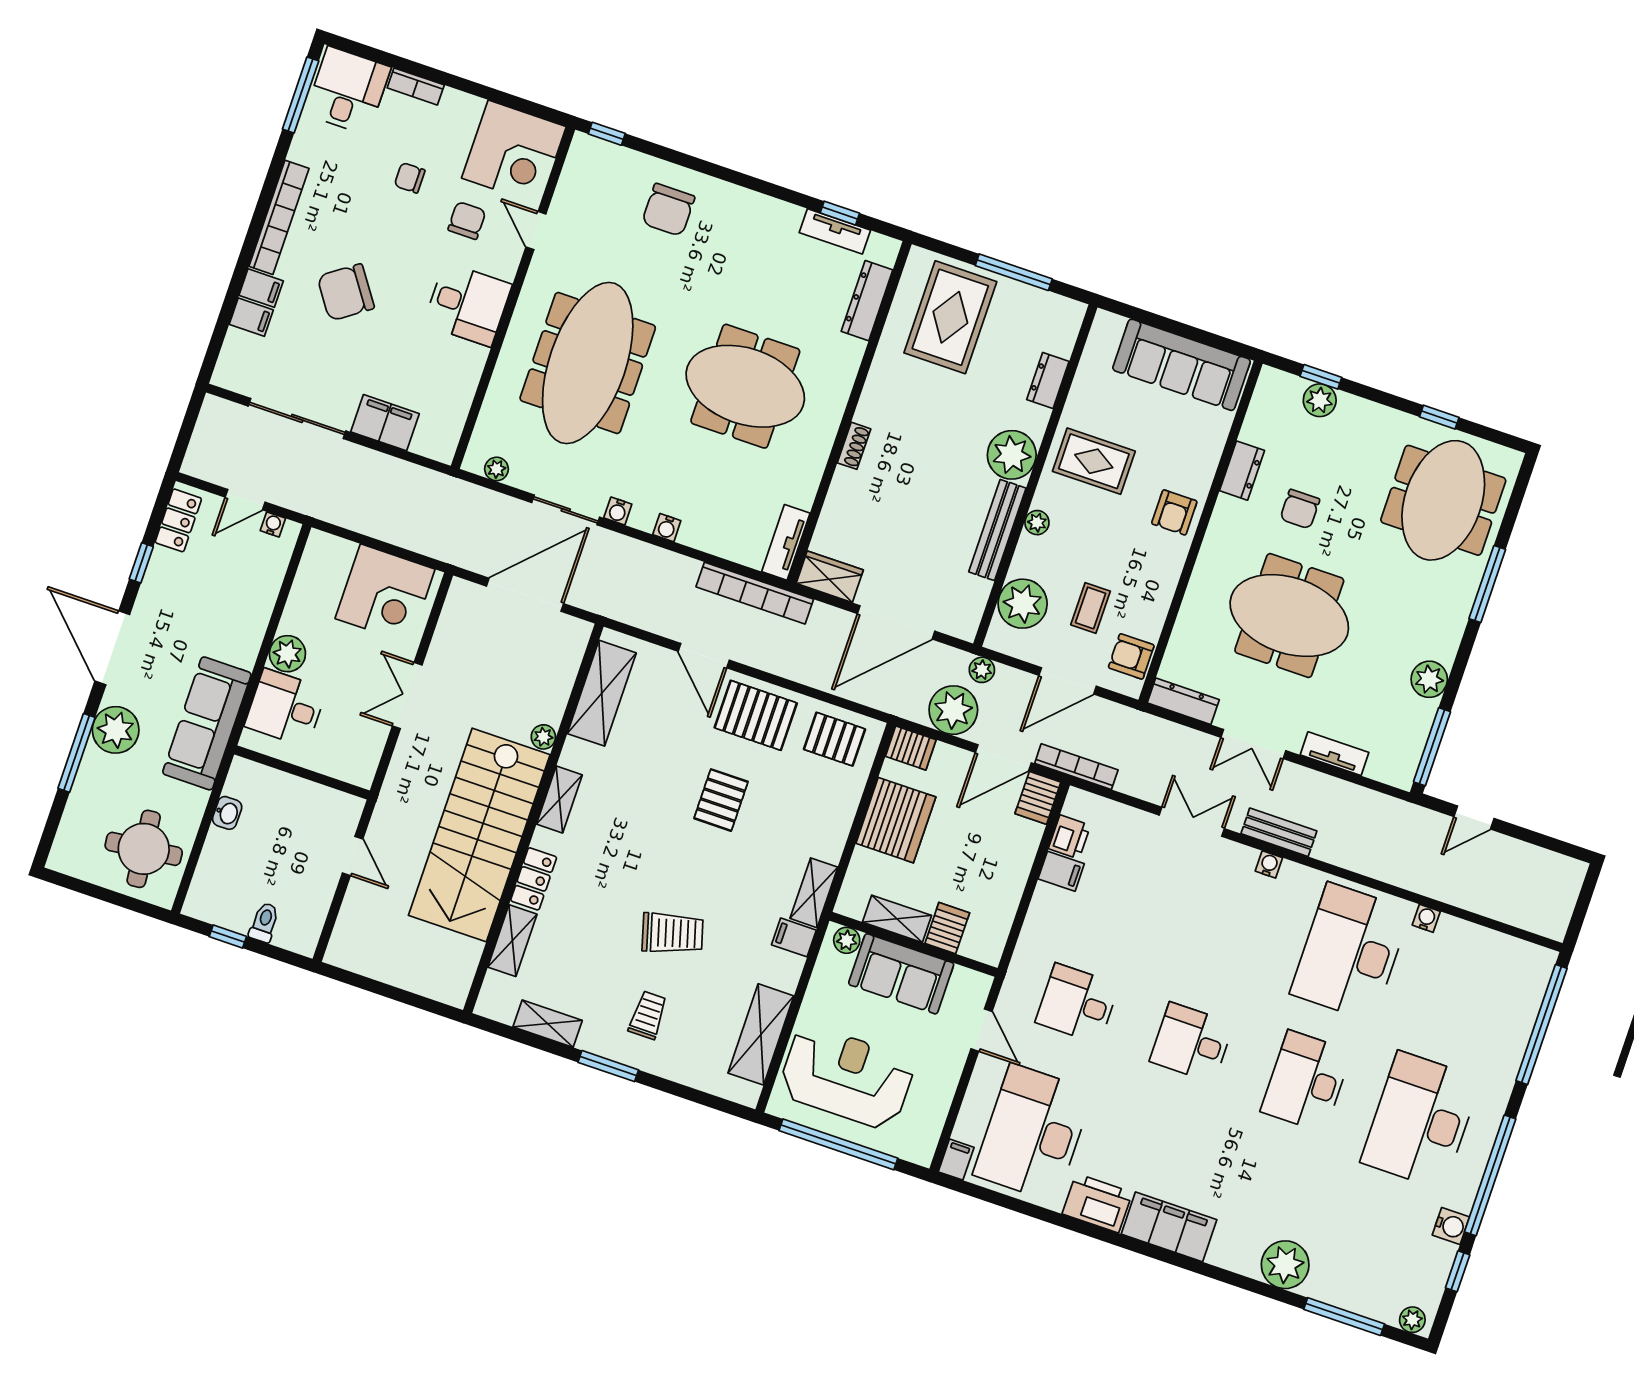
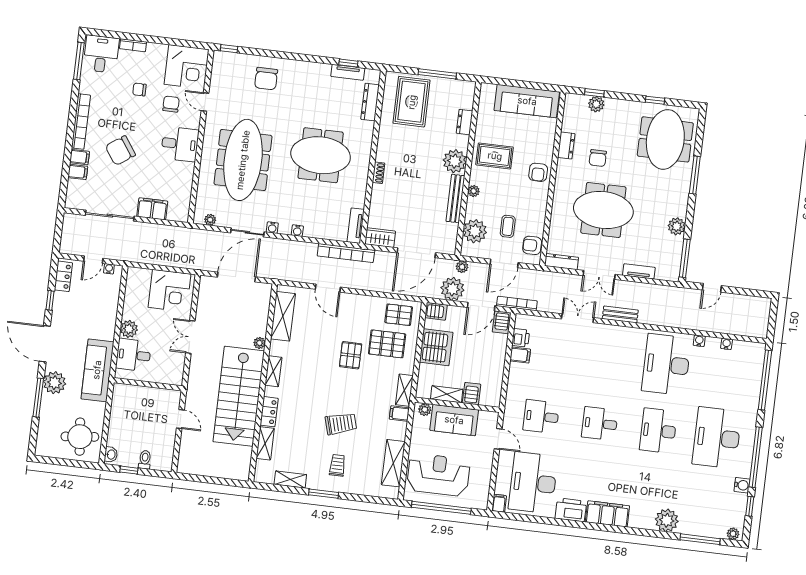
pallet: (756, 715) -> (387, 344), moved
washbasin: (227, 813) -> (111, 455), moved
water cooler: (1269, 864) -> (727, 344), moved

